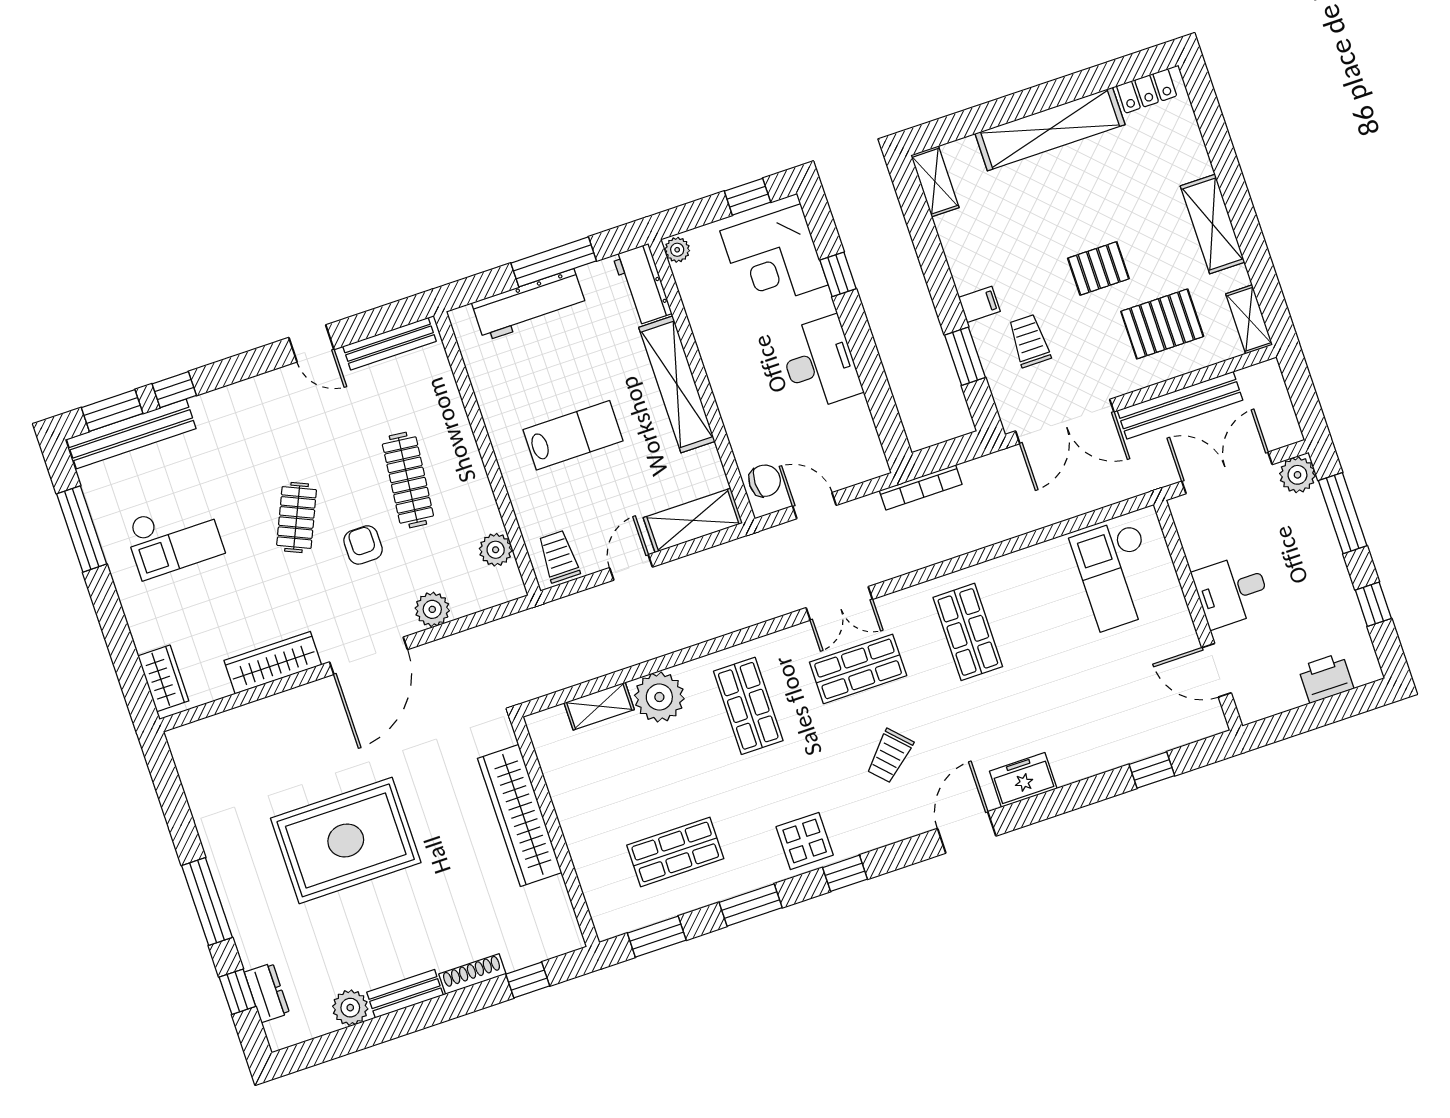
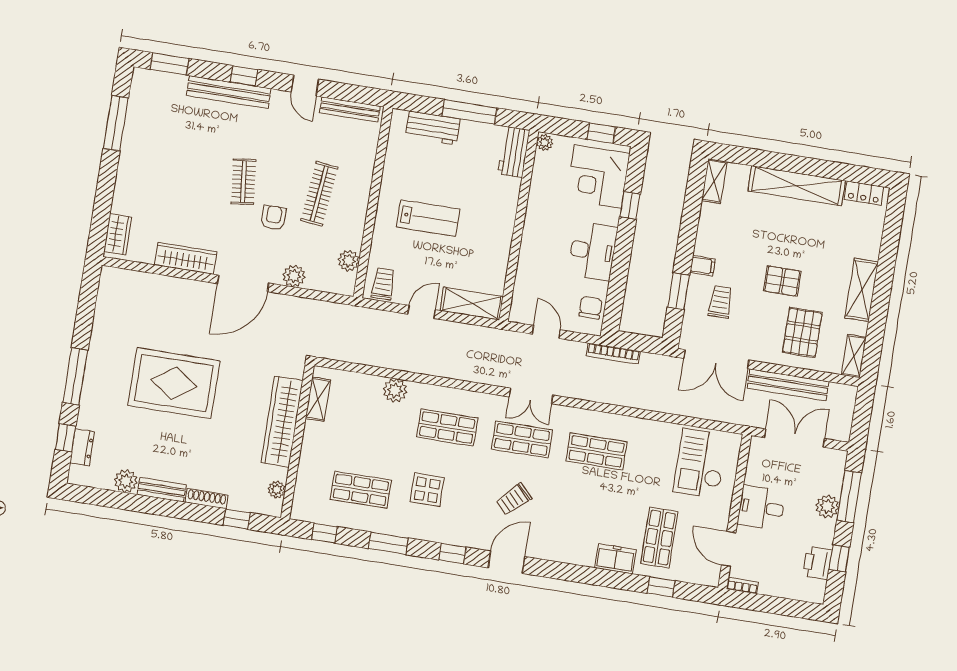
workbench: (529, 305) -> (433, 128), width x0.73
pallet: (1162, 324) -> (802, 332), turned 90
shelving: (677, 384) -> (504, 220), removed
window: (174, 390) -> (244, 76), moved
bench: (131, 434) -> (229, 92), moved
plant: (1297, 475) -> (827, 506), moved
chair: (765, 481) -> (590, 308), moved, turned -90
clothes rail: (297, 517) -> (243, 182), turned -30
checkout: (174, 538) -> (166, 156), removed
shop shelf: (968, 632) -> (597, 451), turned 90
printer: (1326, 678) -> (817, 563), moved, turned -90
plant: (659, 697) -> (395, 390), width x0.73, depth x0.73
shop shelf: (1114, 704) -> (659, 538), added
shelving: (599, 706) -> (318, 399), moved, turned 90
shop shelf: (748, 706) -> (447, 427), turned 90
bookcase: (1261, 710) -> (742, 586), added
freezer: (1023, 780) -> (615, 559), moved
door: (967, 832) -> (506, 562), moved
display table: (805, 841) -> (427, 490), moved
plant: (561, 912) -> (277, 490), added
window: (657, 937) -> (324, 533), width x0.67

